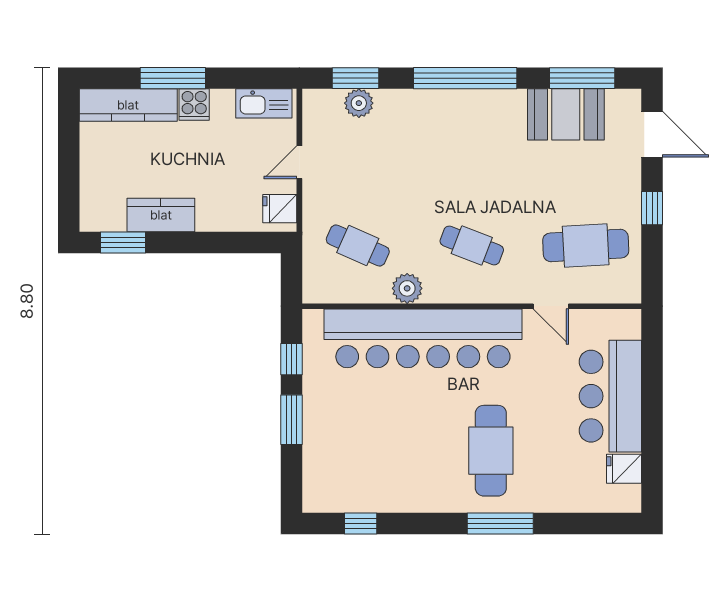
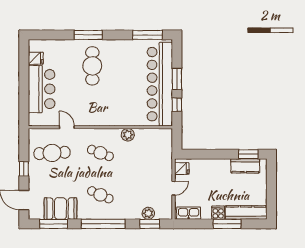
kitchen counter: (161, 215) -> (245, 166), moved
cafe table: (358, 245) -> (100, 195), moved
bar counter: (423, 338) -> (160, 84), moved, turned -90
window: (361, 524) -> (148, 35), width x2.17

